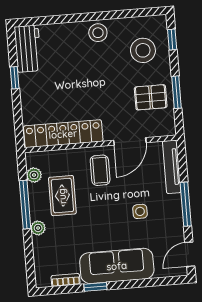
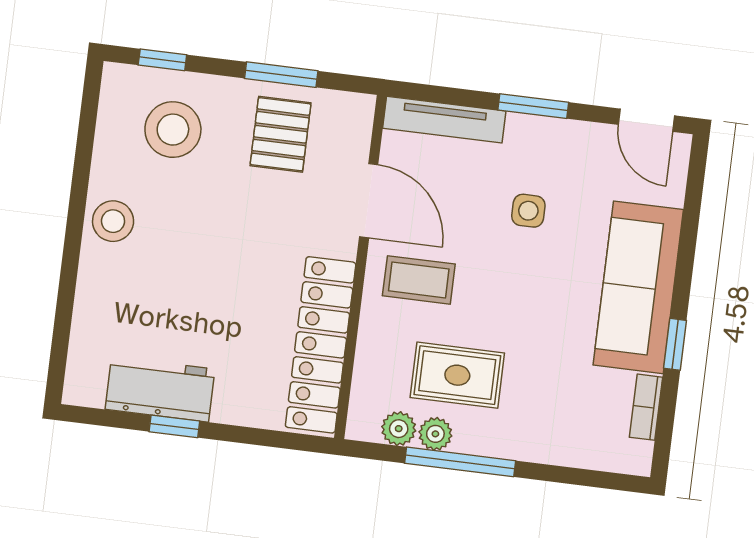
workbench: (28, 49) -> (160, 389), moved
window: (186, 204) -> (533, 106), width x0.69
plant: (38, 228) -> (435, 434), moved

